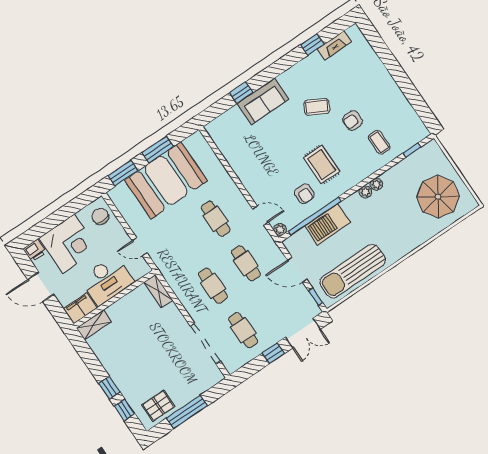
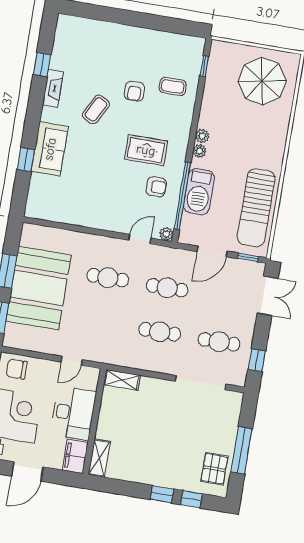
fireplace: (334, 45) -> (53, 88), moved
plant: (376, 184) -> (199, 151), moved
window: (273, 353) -> (257, 360), moved

